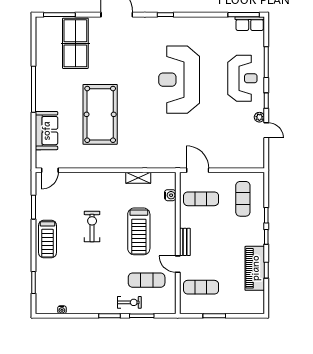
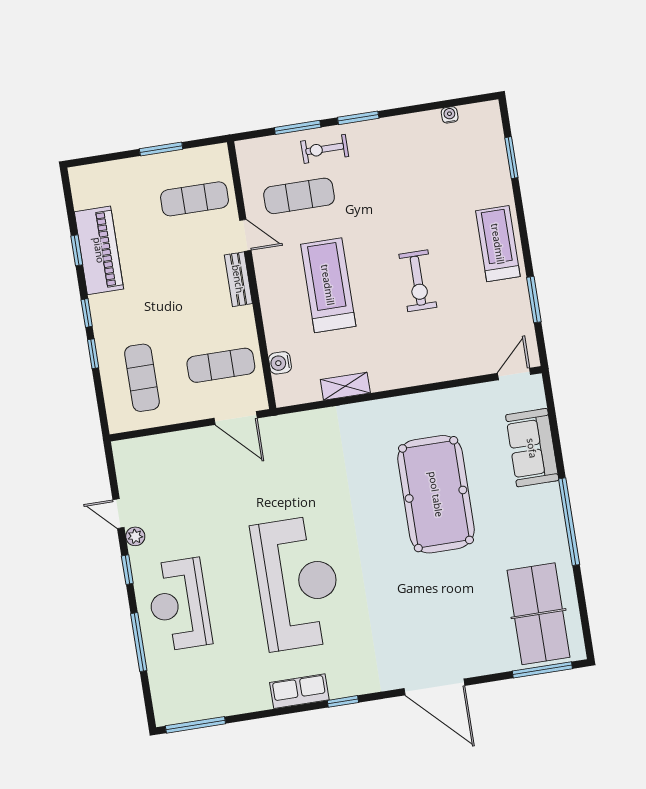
row of seats: (250, 24) -> (299, 691), moved
table tennis table: (75, 43) -> (539, 614), moved

